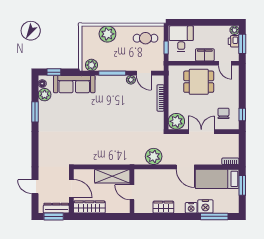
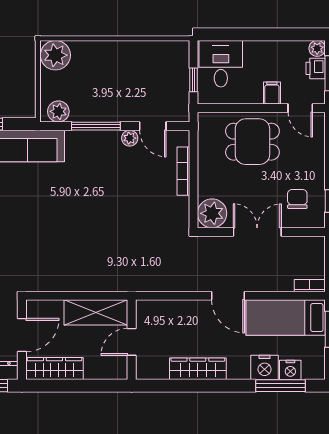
plant: (107, 34) -> (55, 55), moved
cafe table: (146, 38) -> (156, 63), removed
filing cabinet: (205, 55) -> (272, 93), width x0.50
plant: (154, 156) -> (171, 277), removed
door: (71, 189) -> (22, 335), hinge flipped
door: (132, 192) -> (132, 342), hinge flipped
wardrobe: (163, 207) -> (198, 369), width x1.50
nightstand: (191, 208) -> (290, 370), moved

